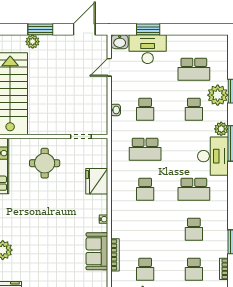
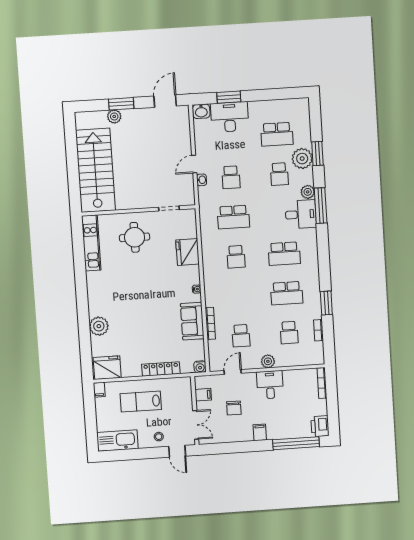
door: (109, 67) -> (194, 164), moved
desk: (213, 156) -> (301, 214), width x0.73
school desk: (194, 229) -> (287, 293), width x1.85

